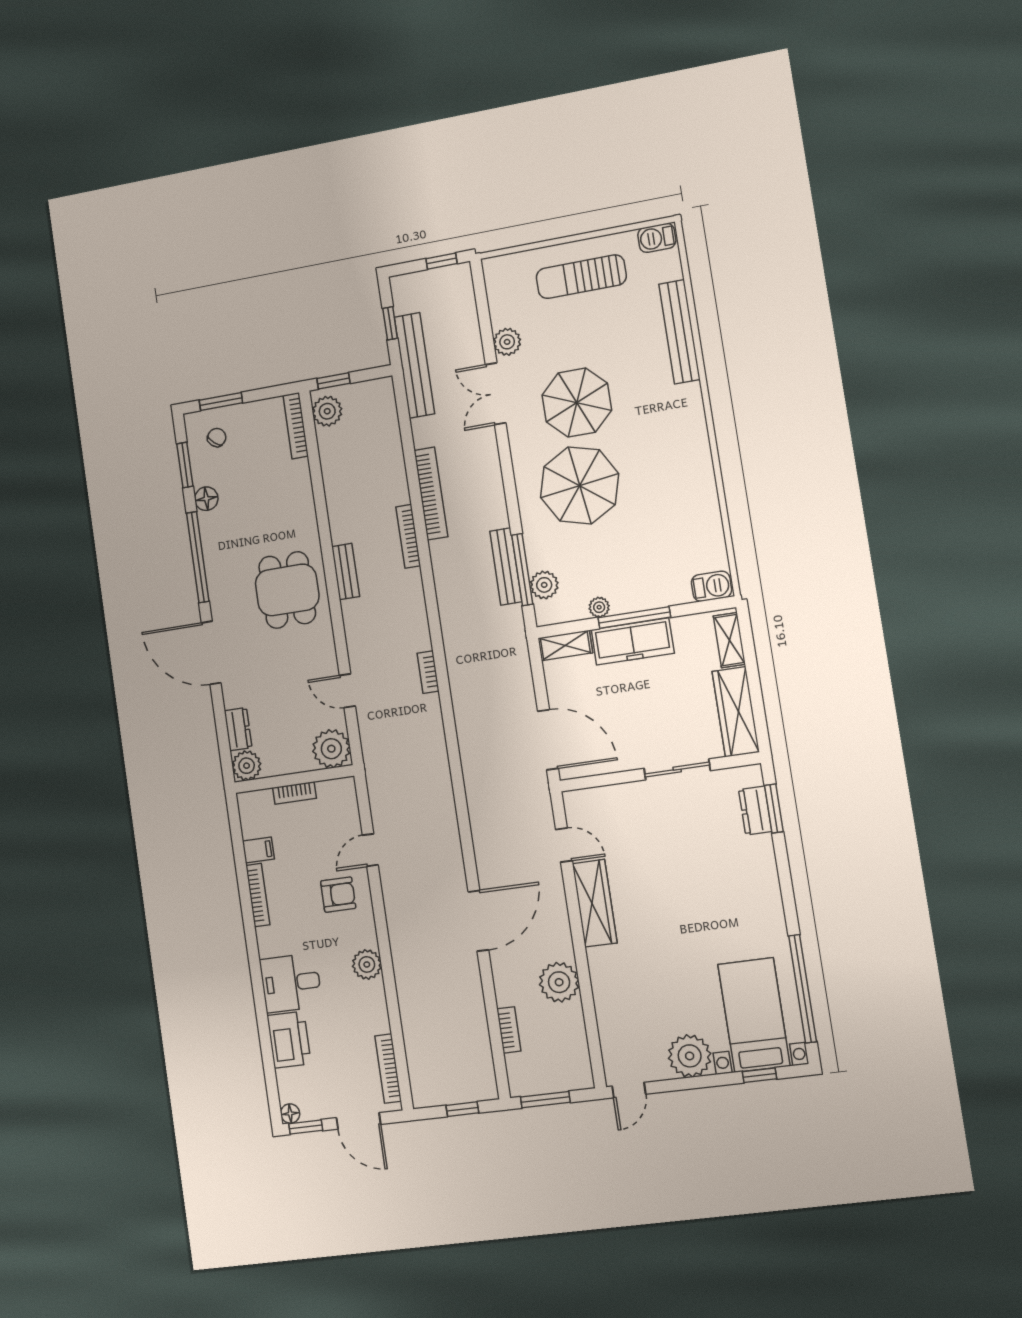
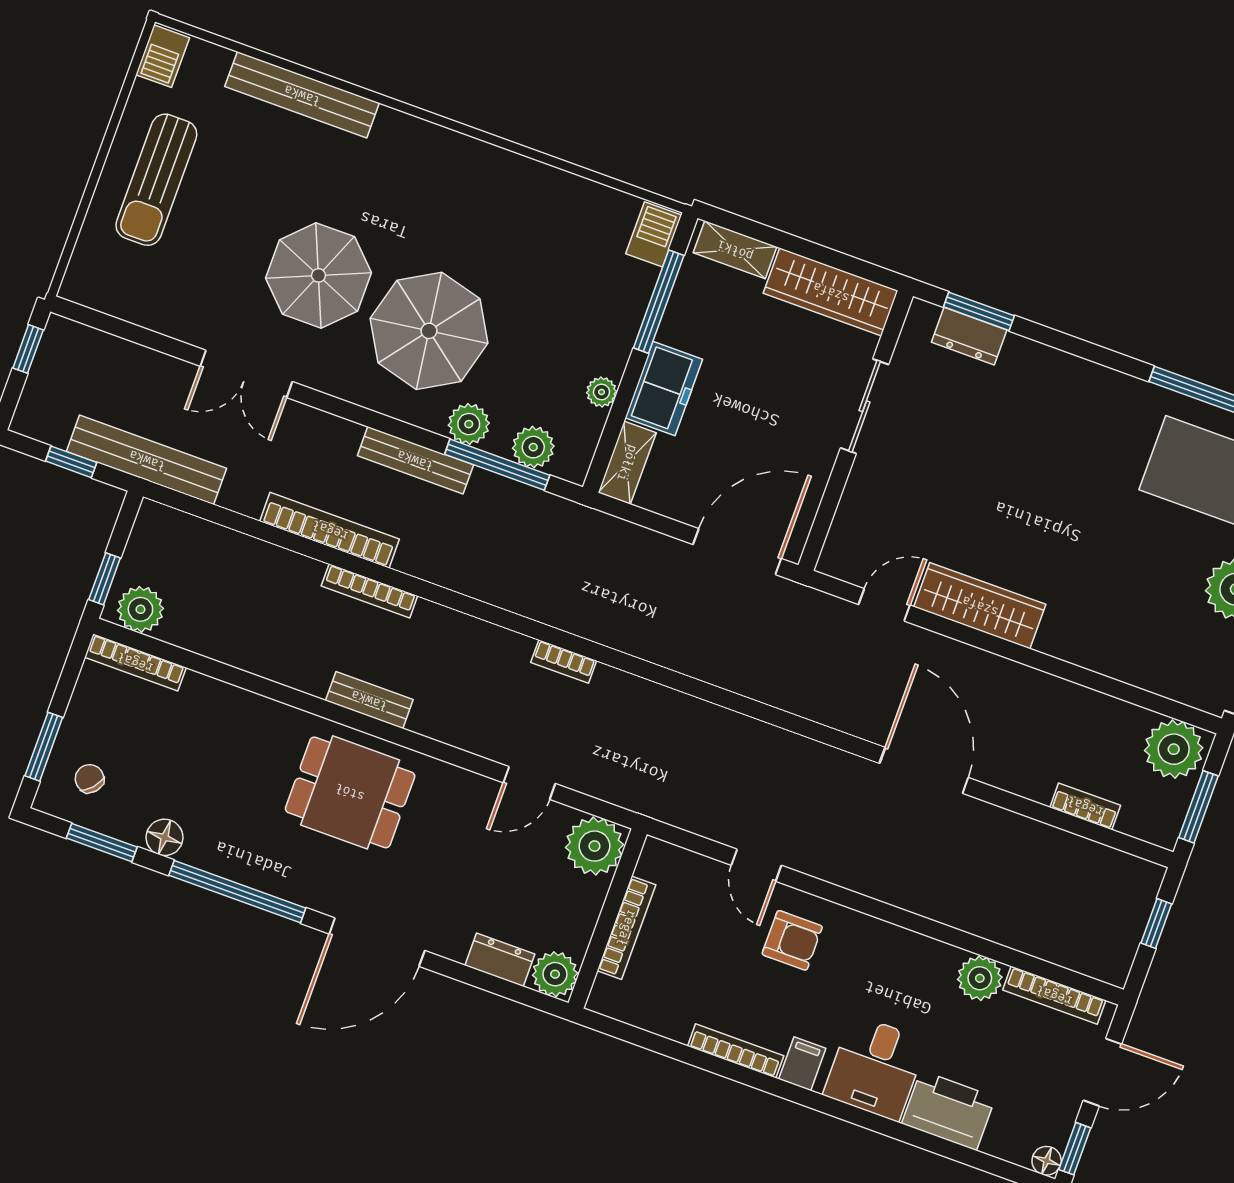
plant: (507, 342) -> (469, 424), moved
bench: (506, 566) -> (415, 460), moved
window: (634, 617) -> (659, 302), moved
freezer: (633, 641) -> (664, 389), width x0.71
bookcase: (294, 793) -> (626, 928), width x1.56
filing cabinet: (258, 850) -> (802, 1064), moved
armchair: (338, 895) -> (792, 940), turned 90
plant: (367, 964) -> (980, 978), moved
plant: (559, 982) -> (1174, 749), moved

